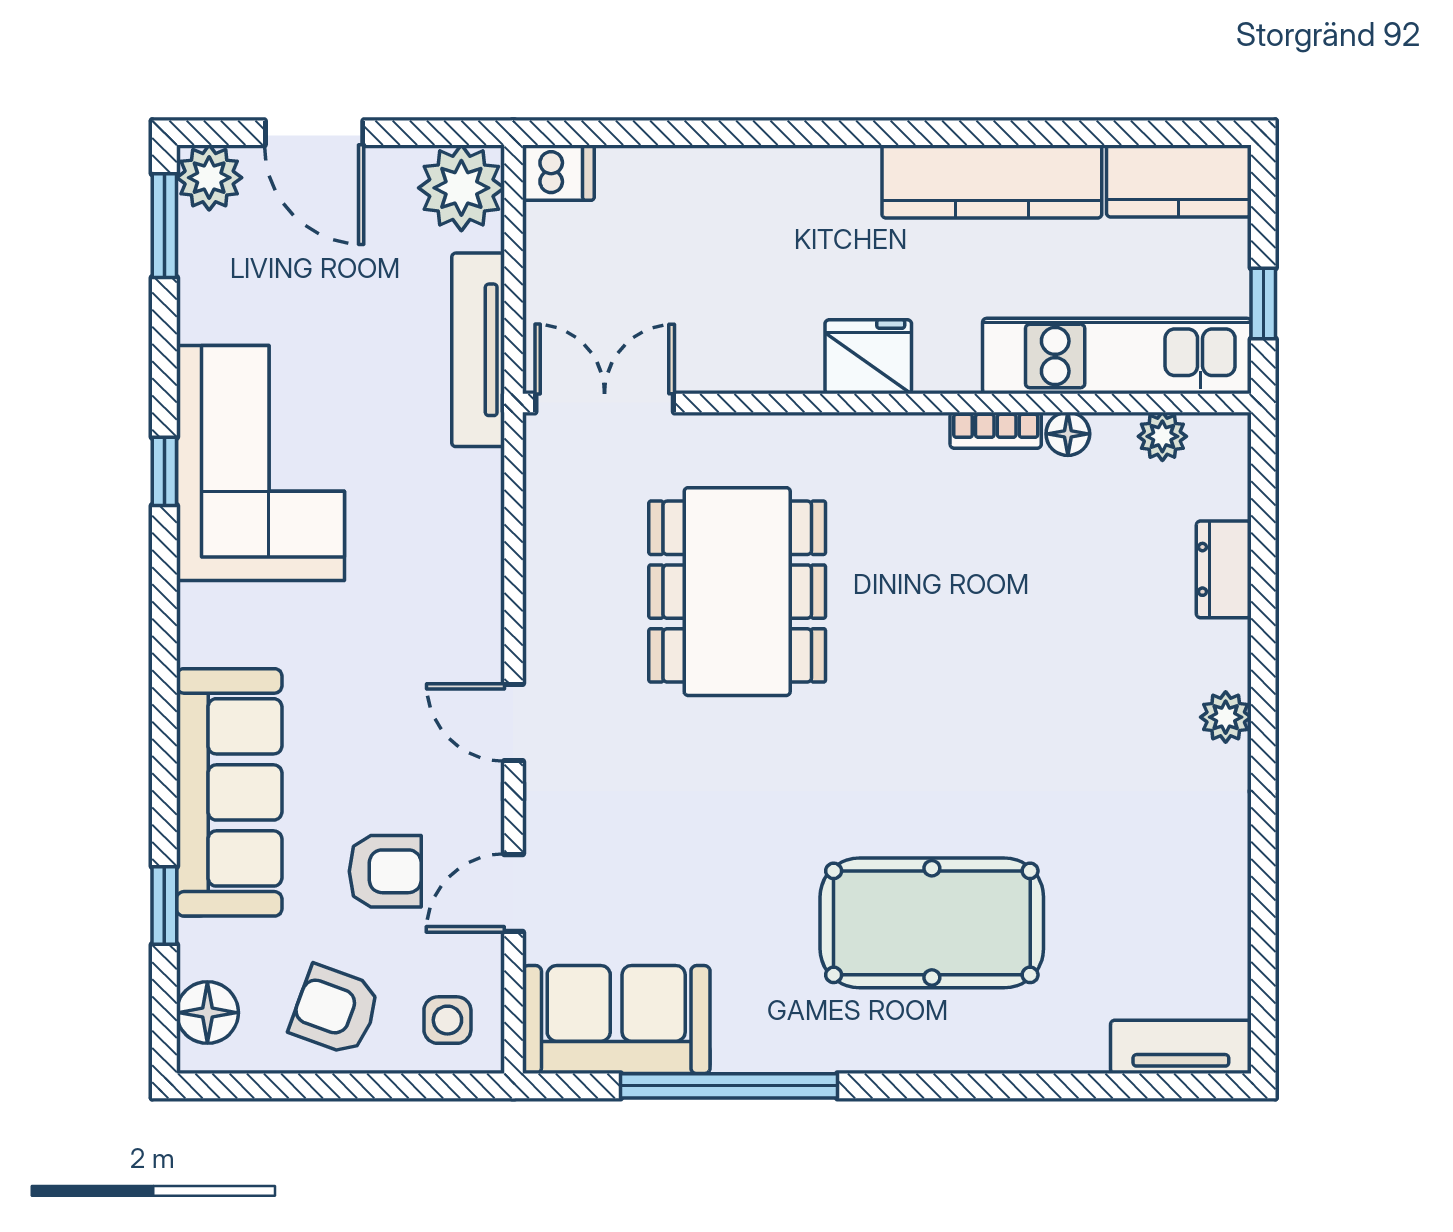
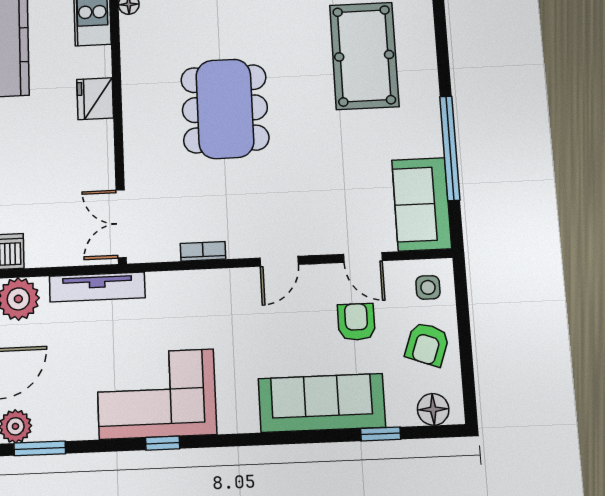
bookcase: (996, 430) -> (203, 251), moved, turned -90
dining table: (737, 592) -> (225, 109), moved, turned 90

